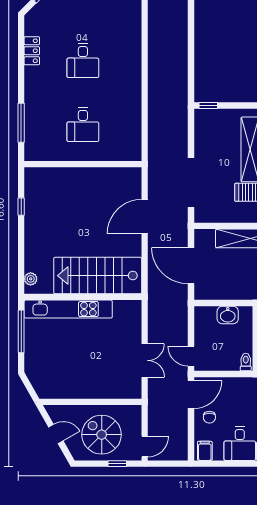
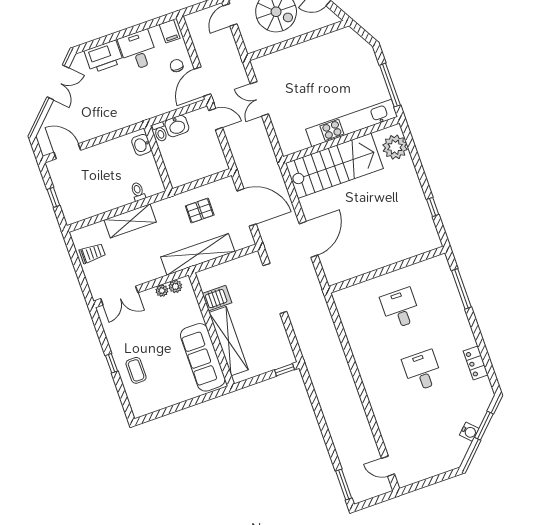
pallet: (235, 278) -> (200, 210), added
plant: (31, 279) -> (395, 147), width x1.88, depth x1.88
washbasin: (228, 315) -> (177, 126), moved, turned 180

